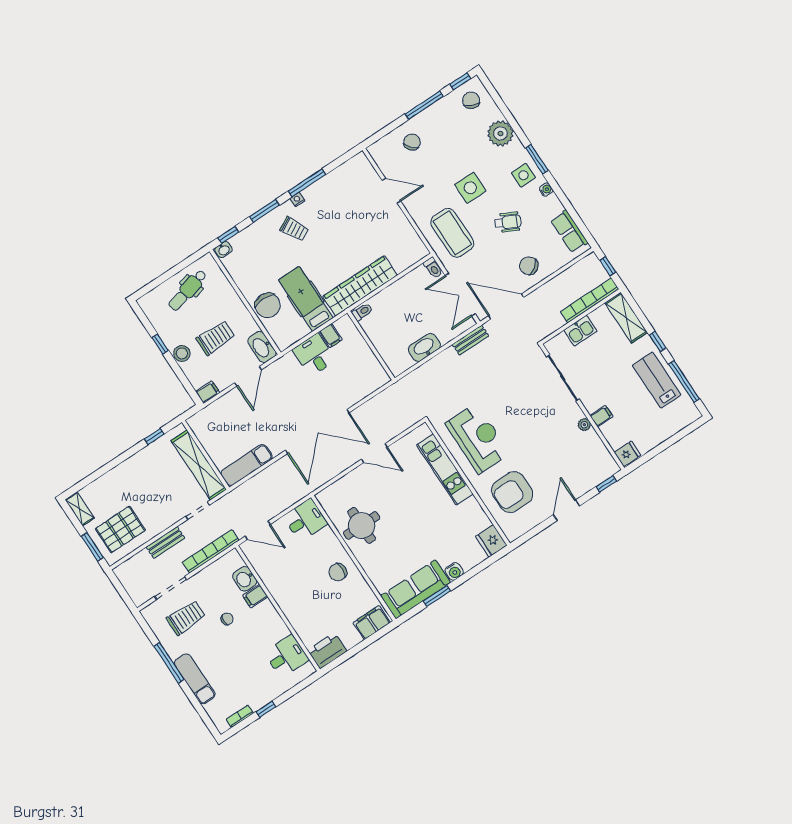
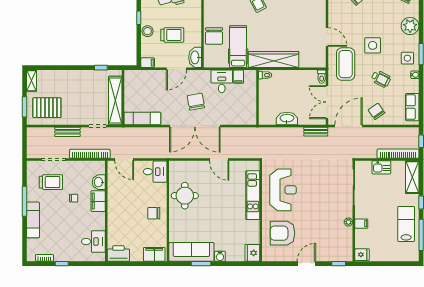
door: (391, 191) -> (327, 37), moved
door: (506, 306) -> (348, 126), hinge flipped
chair: (299, 401) -> (196, 102), added
filing cabinet: (255, 596) -> (98, 201), width x2.00

